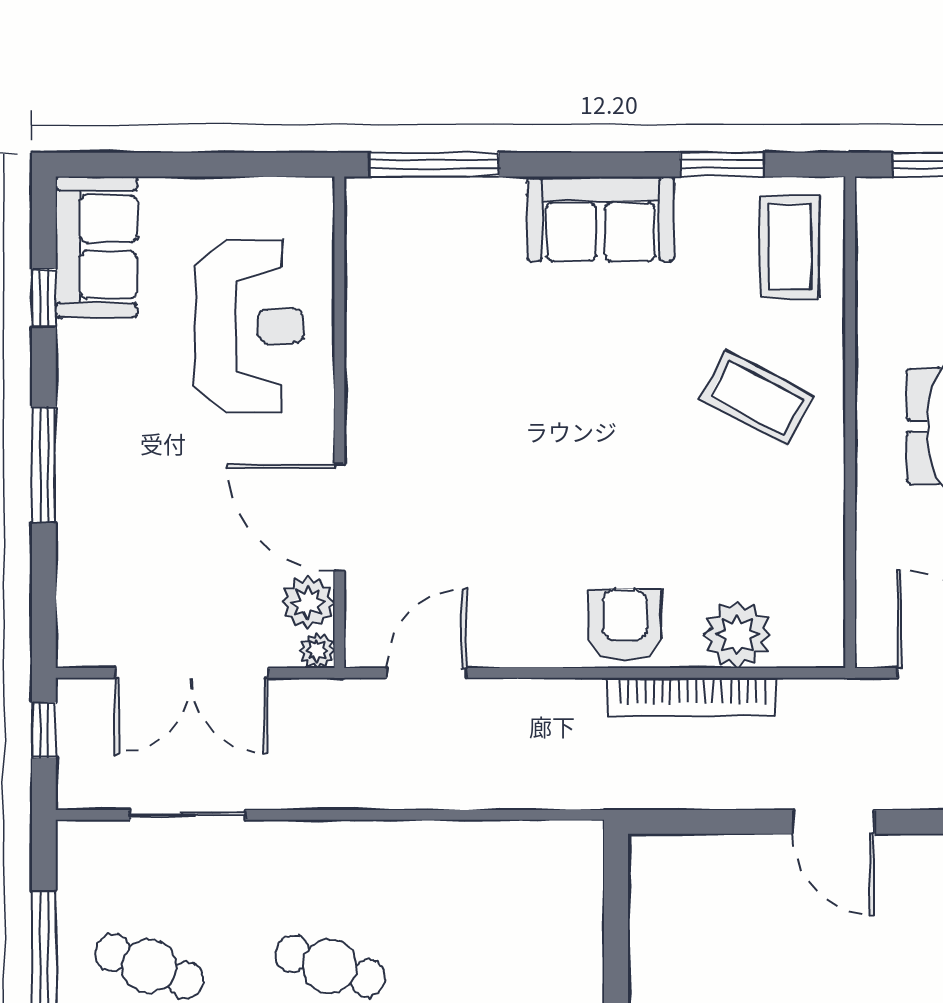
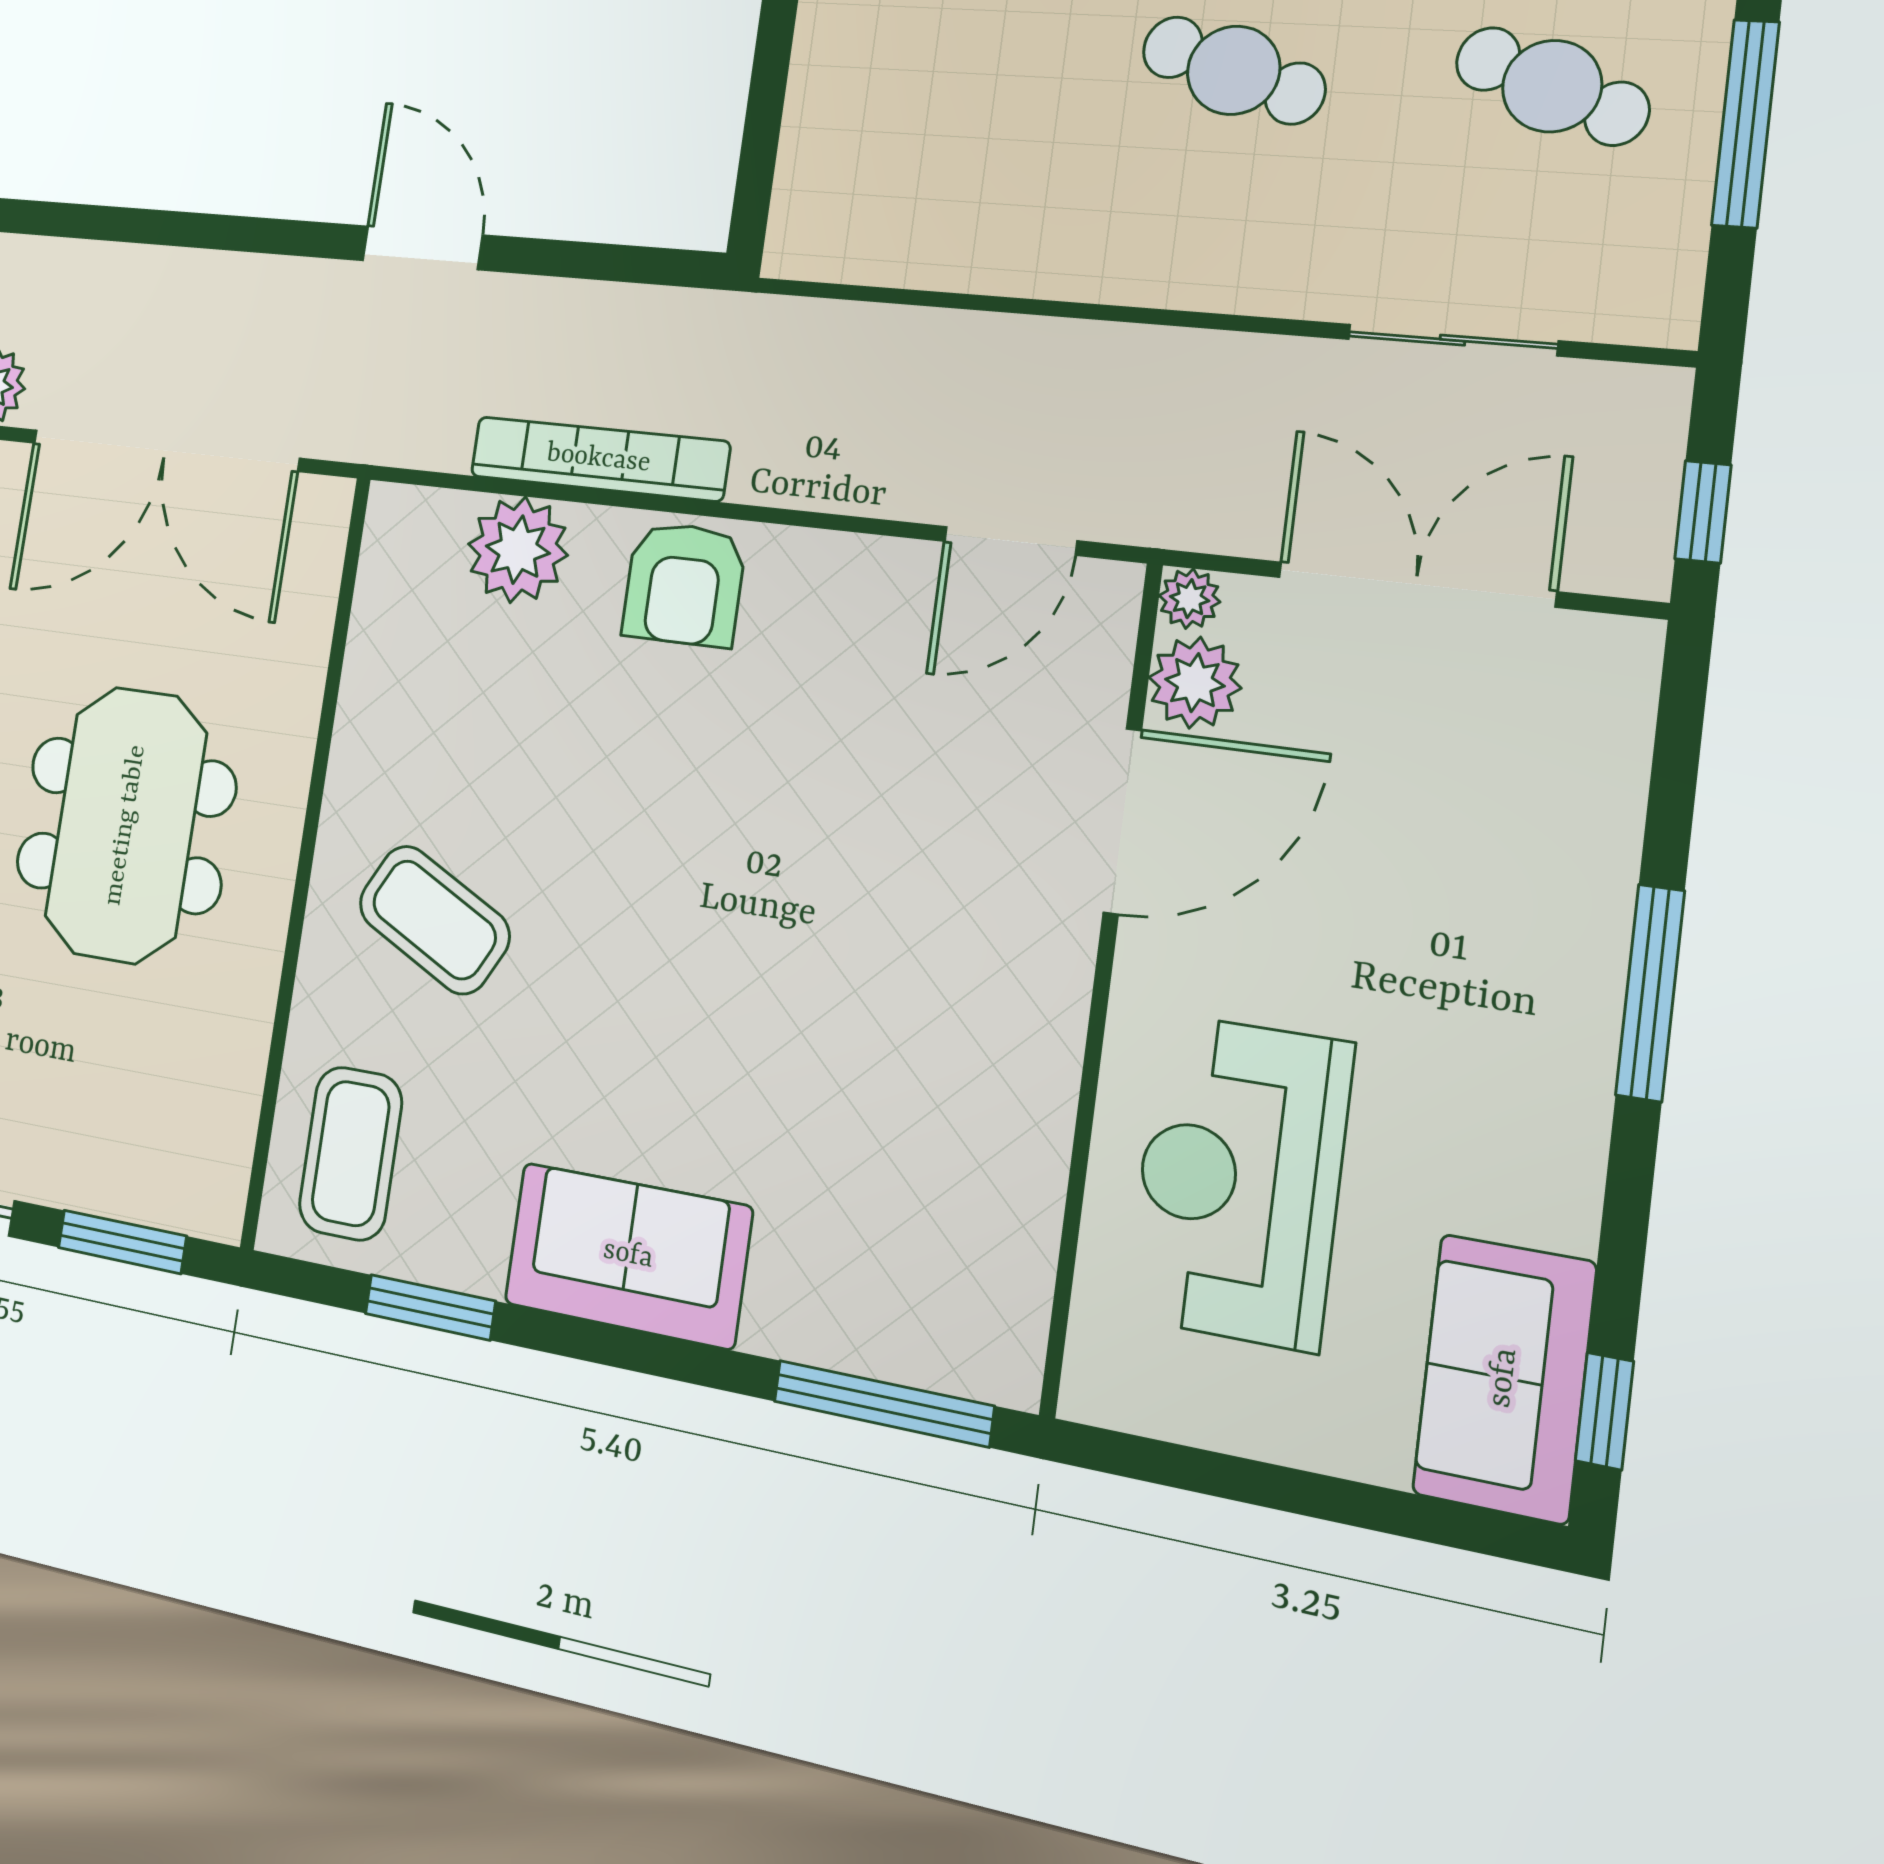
window: (44, 298) -> (1604, 1411), moved
door: (339, 517) -> (1122, 821), hinge flipped

